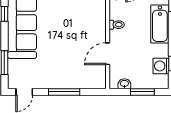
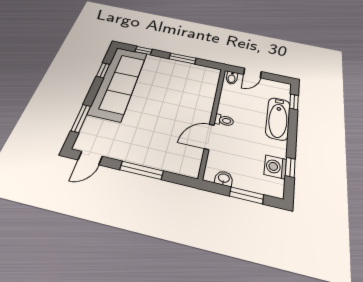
toilet: (117, 25) -> (224, 120), moved

